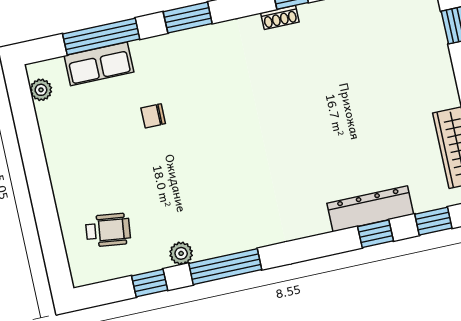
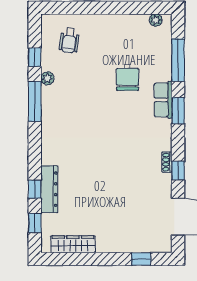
row of seats: (99, 64) -> (163, 100), moved
chair: (153, 116) -> (128, 79), width x1.87, depth x1.87

